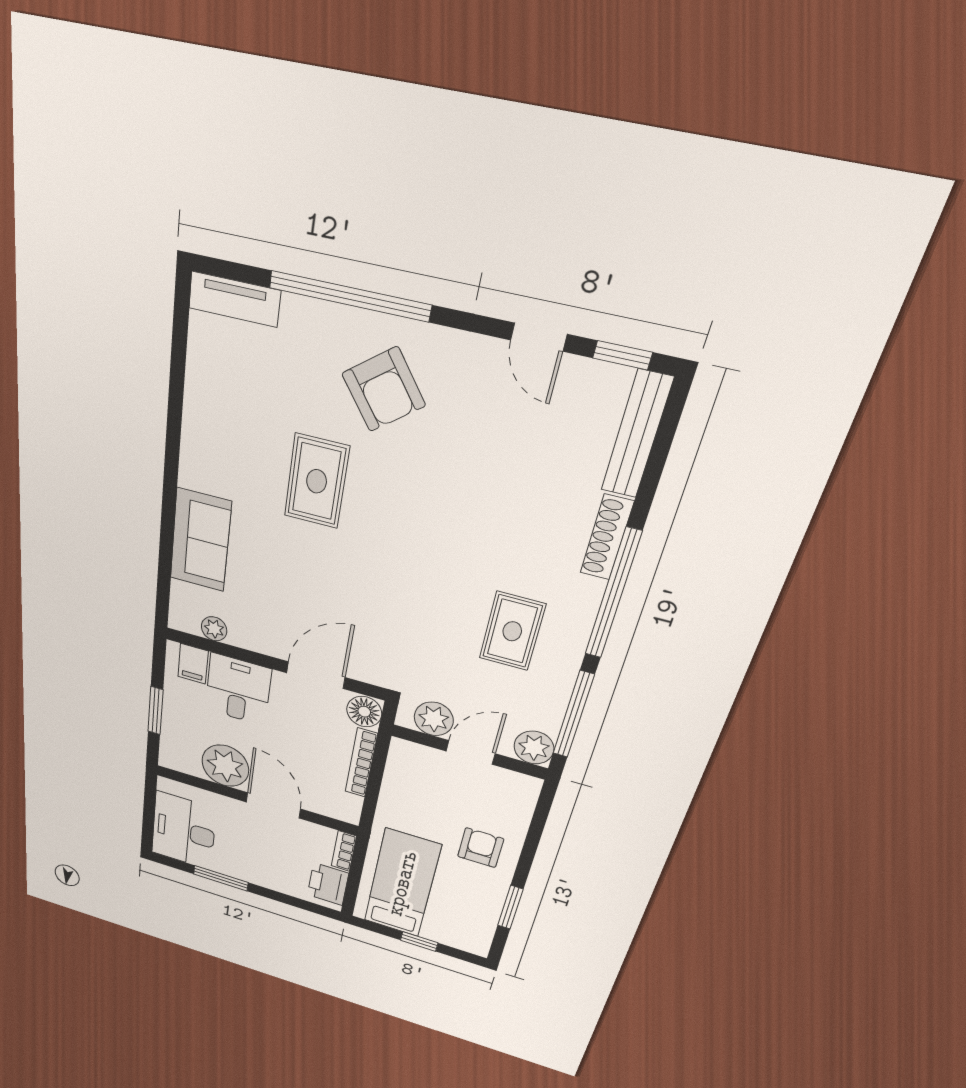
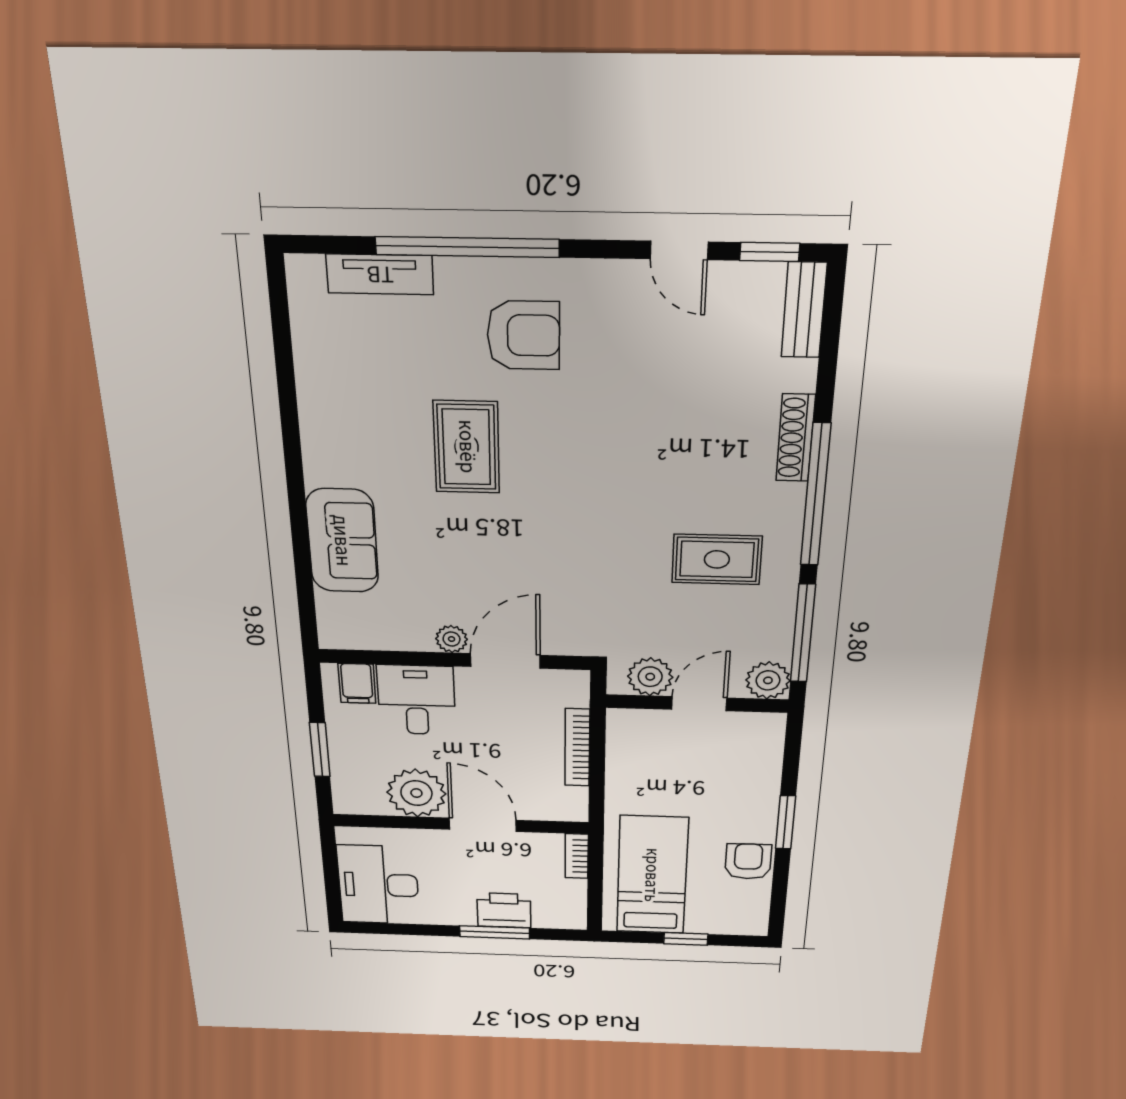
tv unit: (234, 299) -> (380, 274), moved
armchair: (384, 390) -> (523, 335), turned -53
bench: (637, 435) -> (804, 310), width x0.73
plant: (214, 629) -> (452, 639), moved
rug: (512, 631) -> (717, 559), turned 90
floor lamp: (364, 712) -> (569, 688), removed
armchair: (481, 848) -> (748, 861), moved
window: (221, 878) -> (495, 932), moved
printer: (328, 884) -> (504, 910), moved, turned 90
window: (510, 907) -> (786, 822), moved

